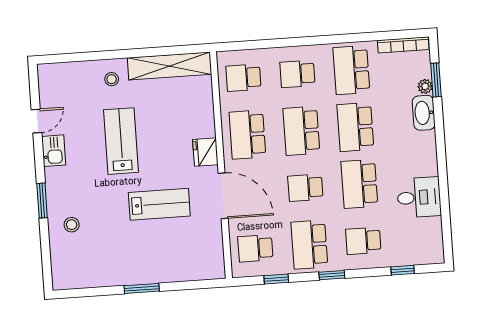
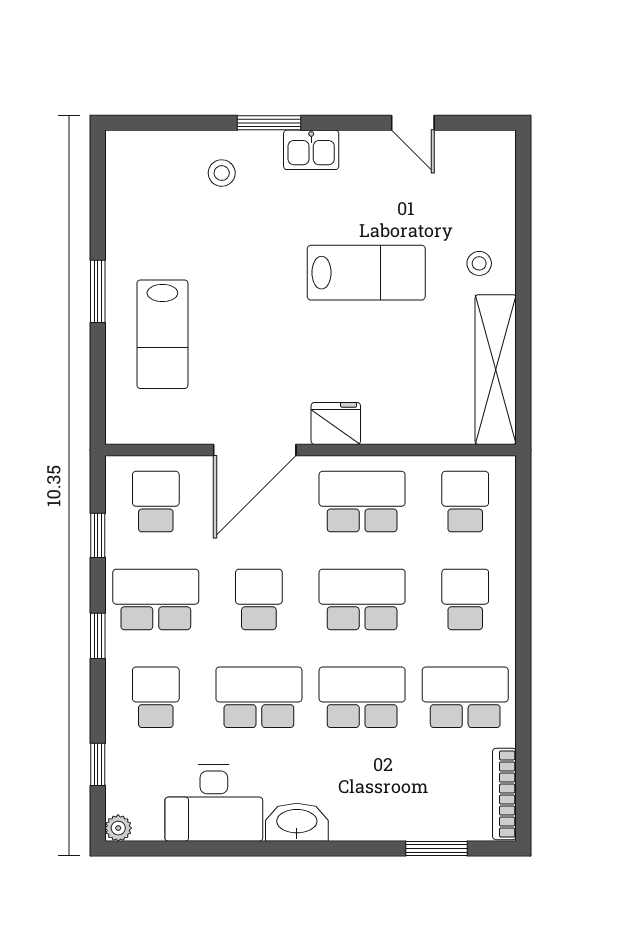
plant: (425, 86) -> (118, 828), moved
washbasin: (424, 113) -> (297, 822), moved
kitchen sink: (54, 151) -> (311, 150), moved
desk: (419, 197) -> (214, 803), width x1.37
lab bench: (159, 204) -> (162, 334), moved

